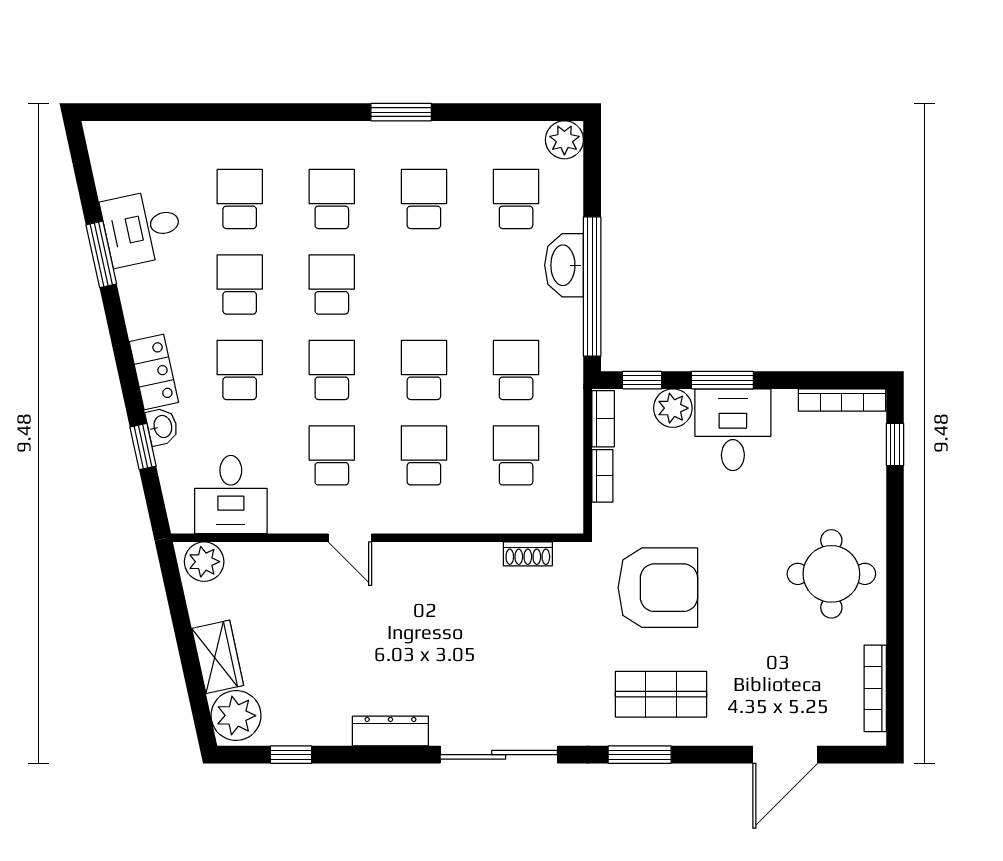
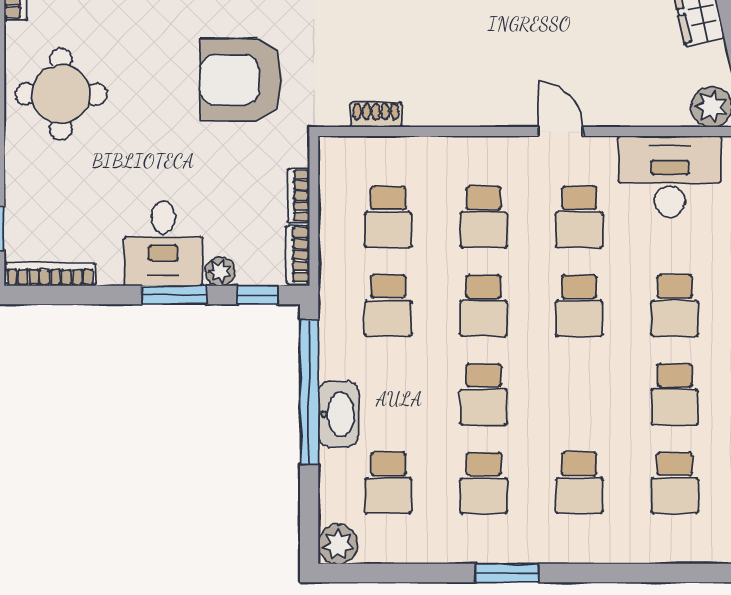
school desk: (332, 284) -> (484, 394), moved
plant: (673, 408) -> (220, 271), width x0.73, depth x0.73
desk: (231, 495) -> (670, 176), width x1.37

